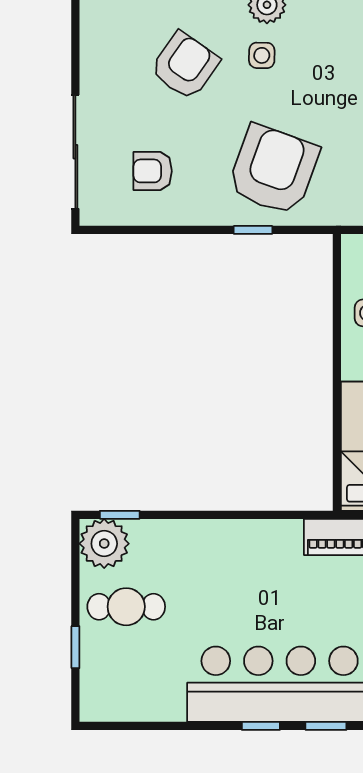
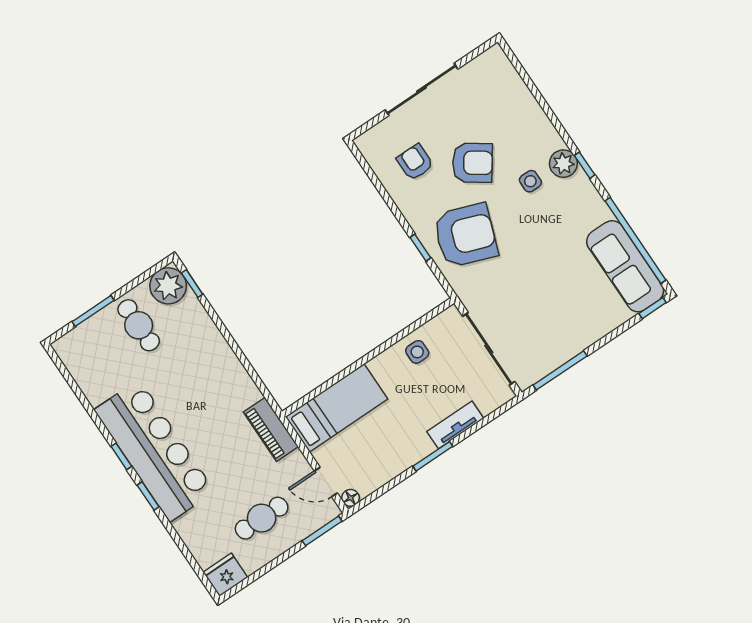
armchair: (185, 66) -> (473, 163), moved
sliding door: (75, 152) -> (422, 89), moved
window: (75, 647) -> (93, 311), width x1.50

